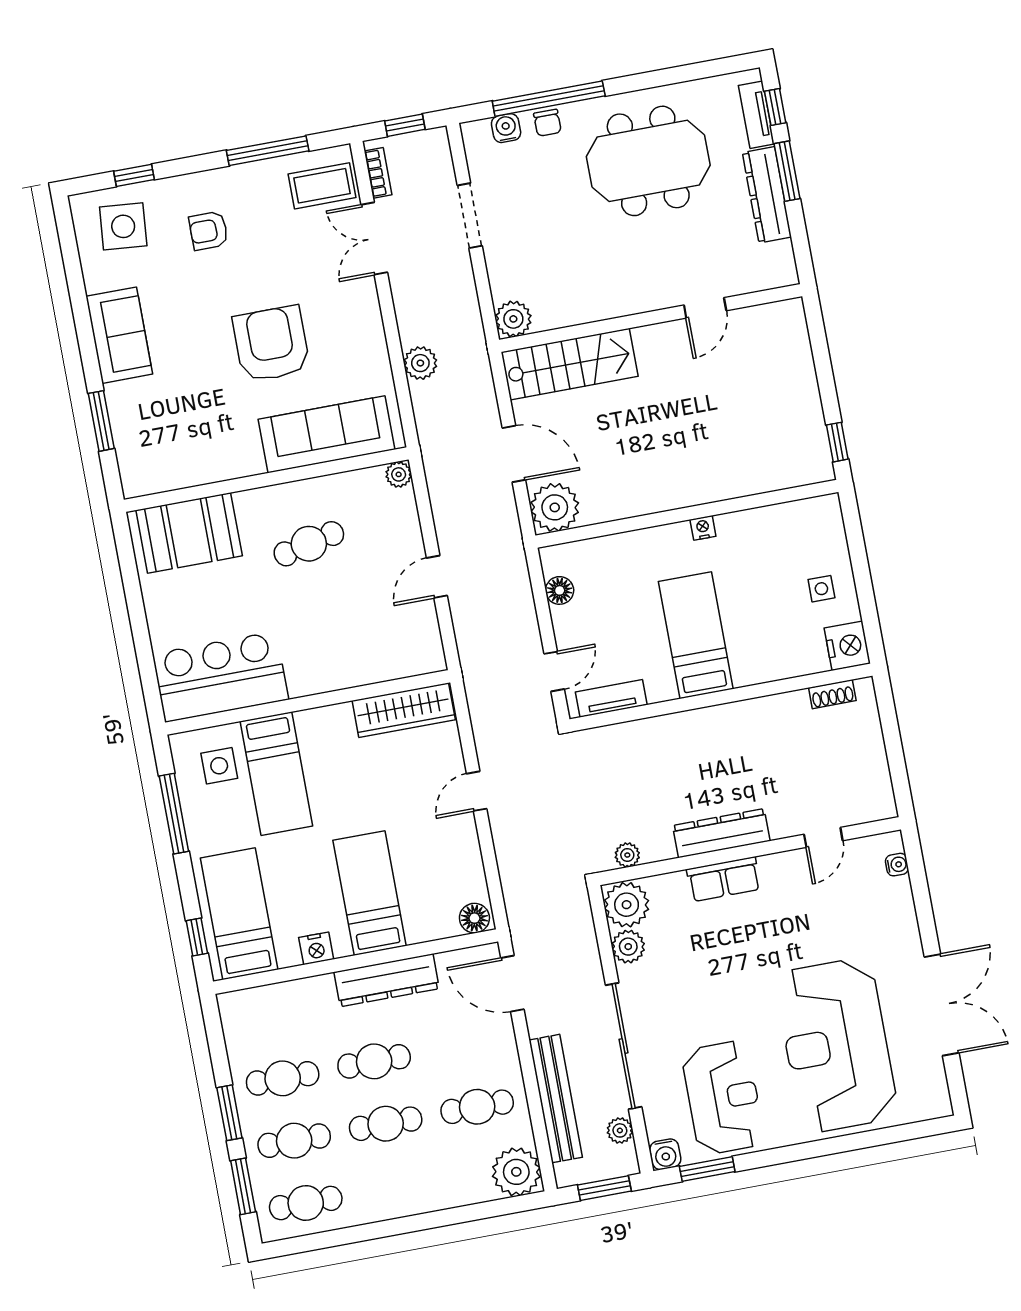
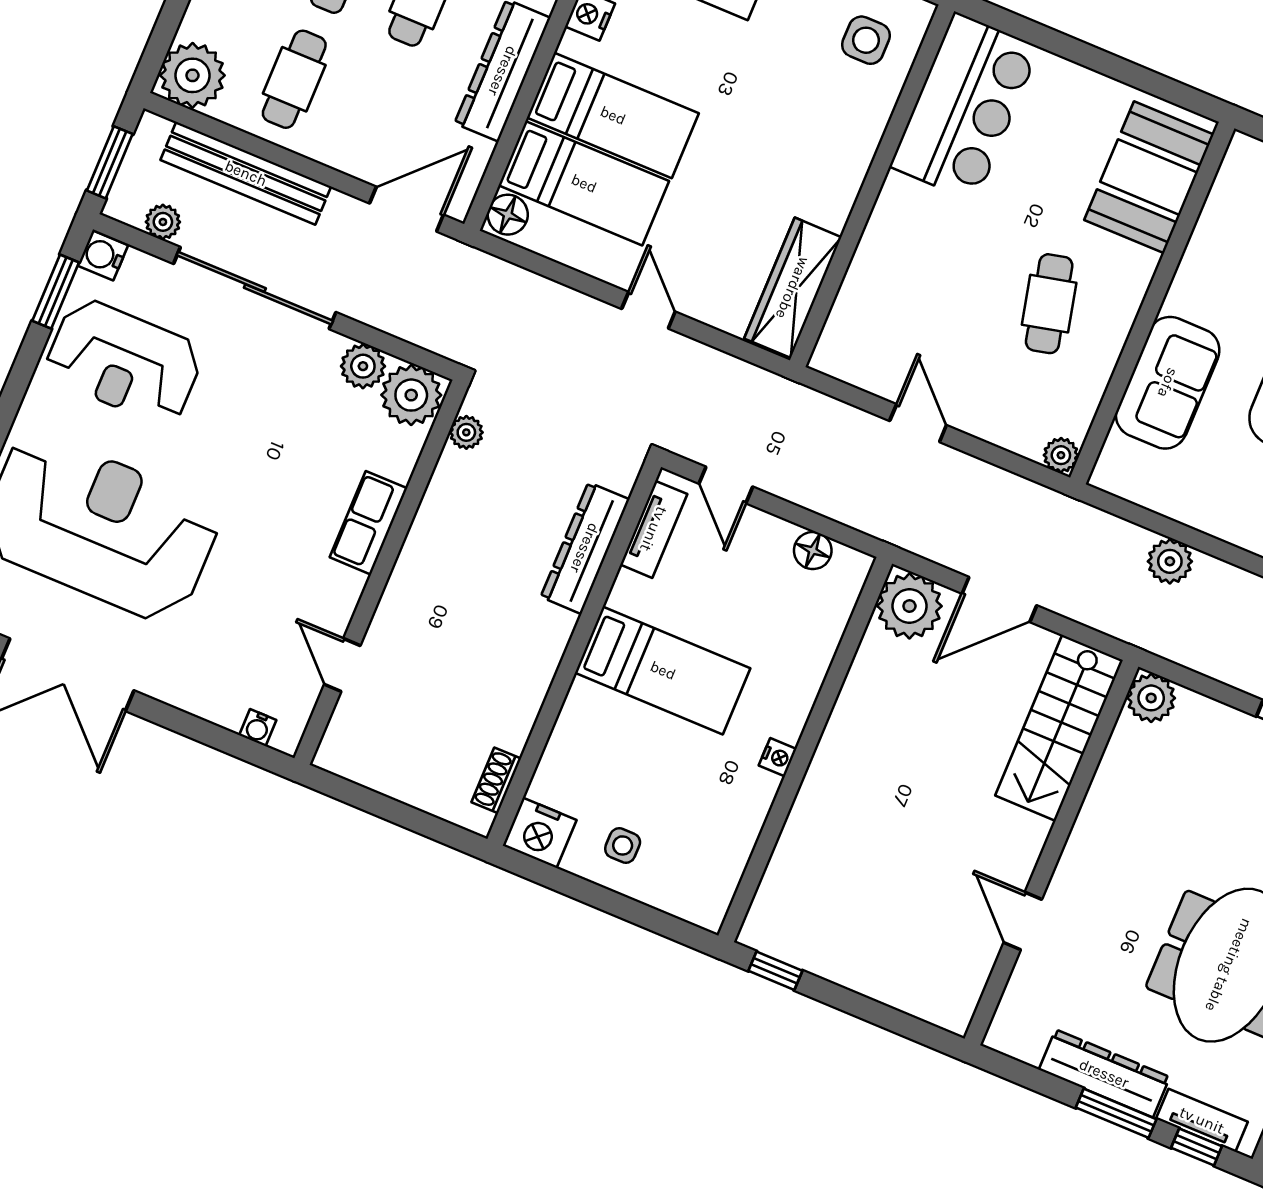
sofa: (327, 434) -> (1168, 383), width x0.73
bed: (276, 774) -> (584, 183), moved, turned 180
dresser: (721, 833) -> (585, 548), moved, turned 180

